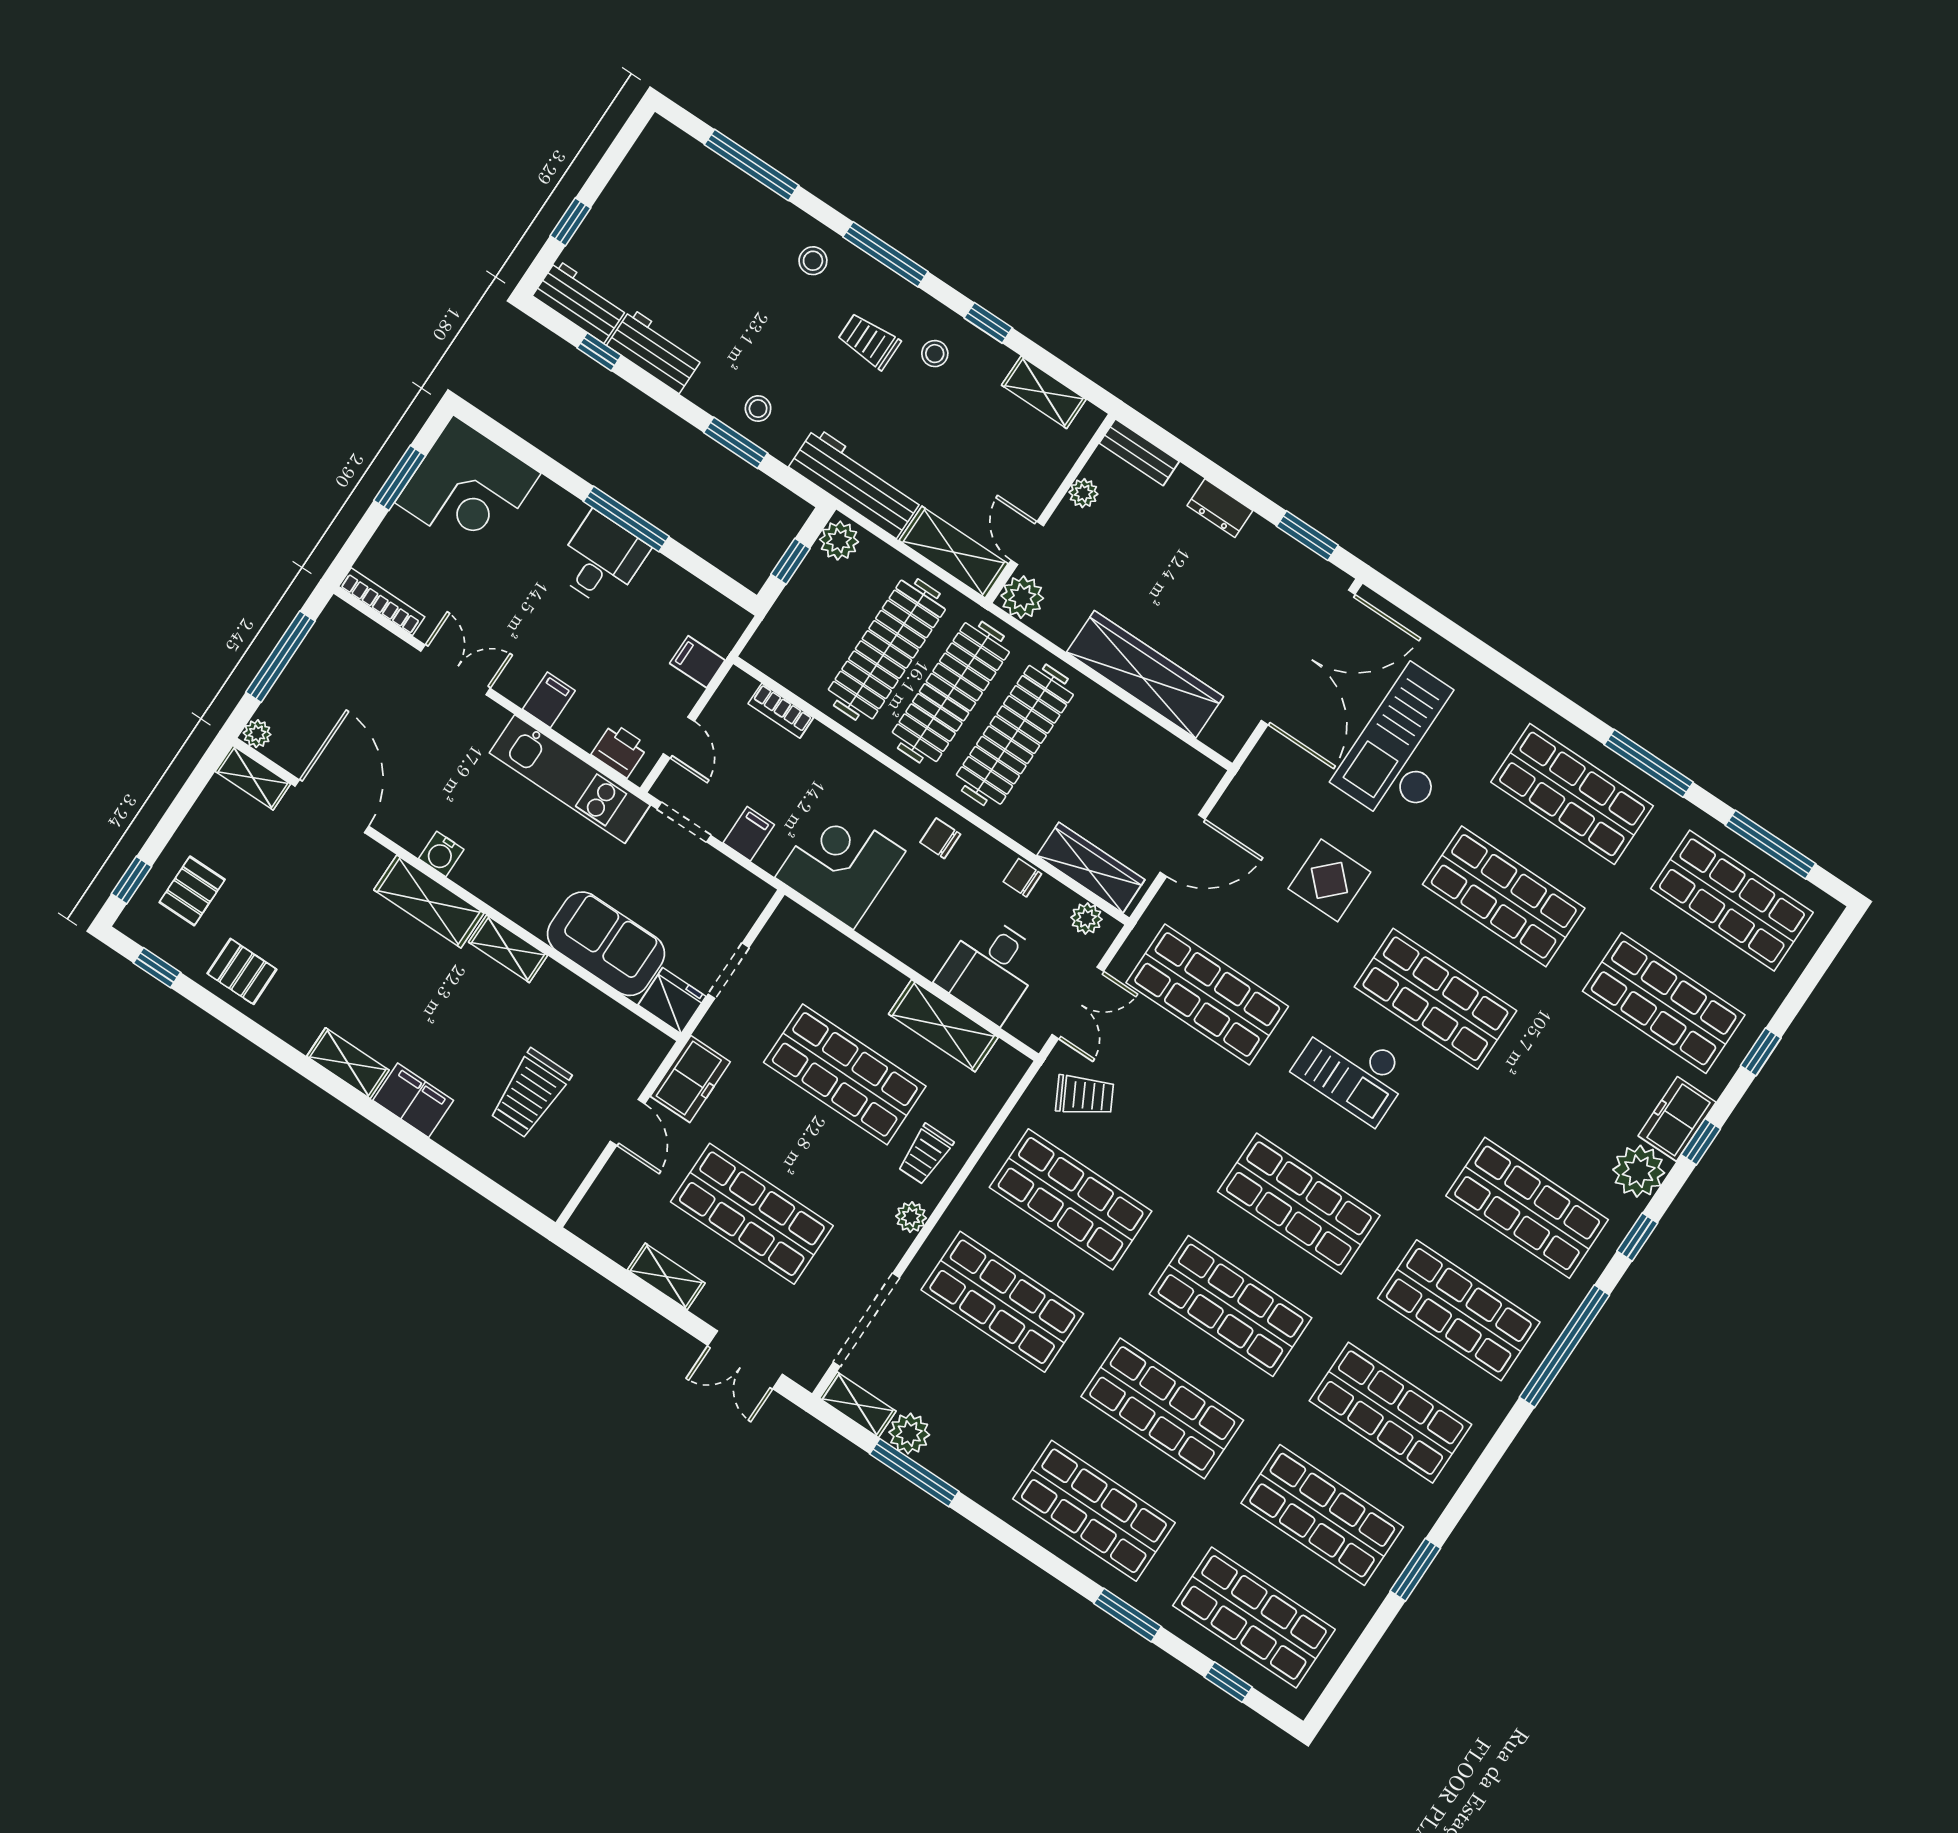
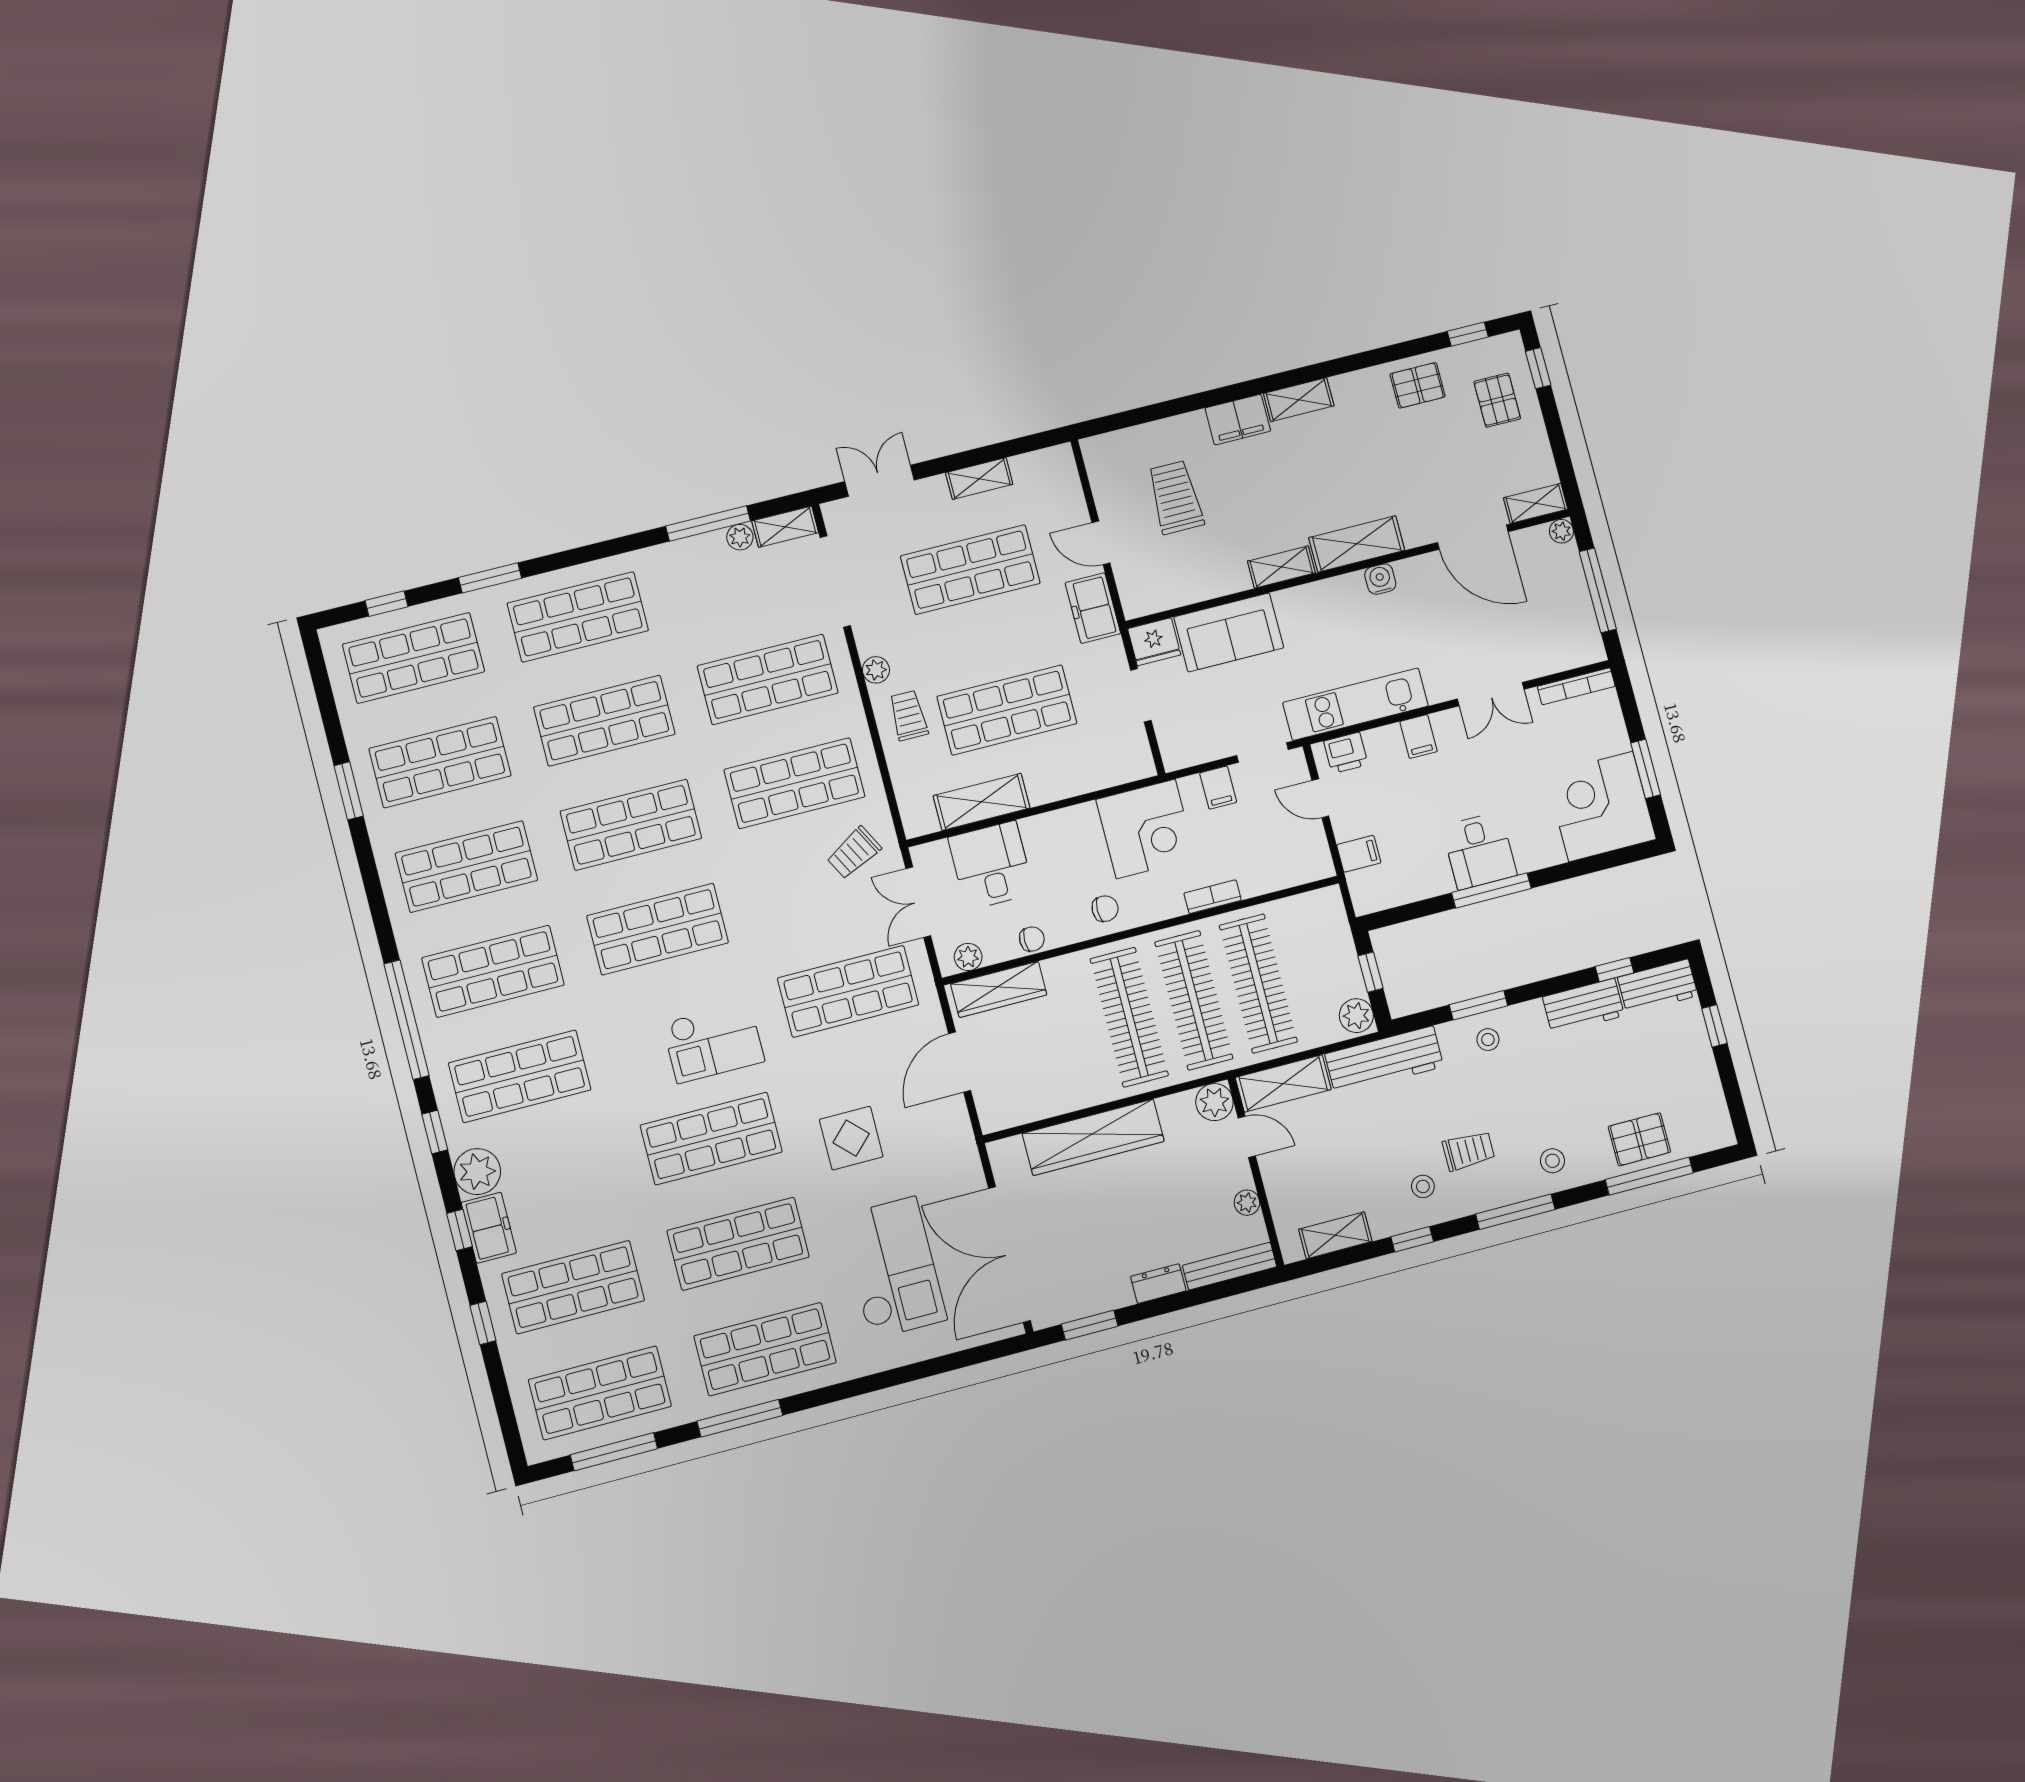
pallet: (727, 201) -> (1639, 1139), added
bench: (1139, 452) -> (1230, 1266), width x1.36
bookcase: (781, 711) -> (1213, 897), moved
checkout: (1352, 1070) -> (713, 1042), turned 180
plant: (909, 1434) -> (740, 537), width x0.73, depth x0.73

